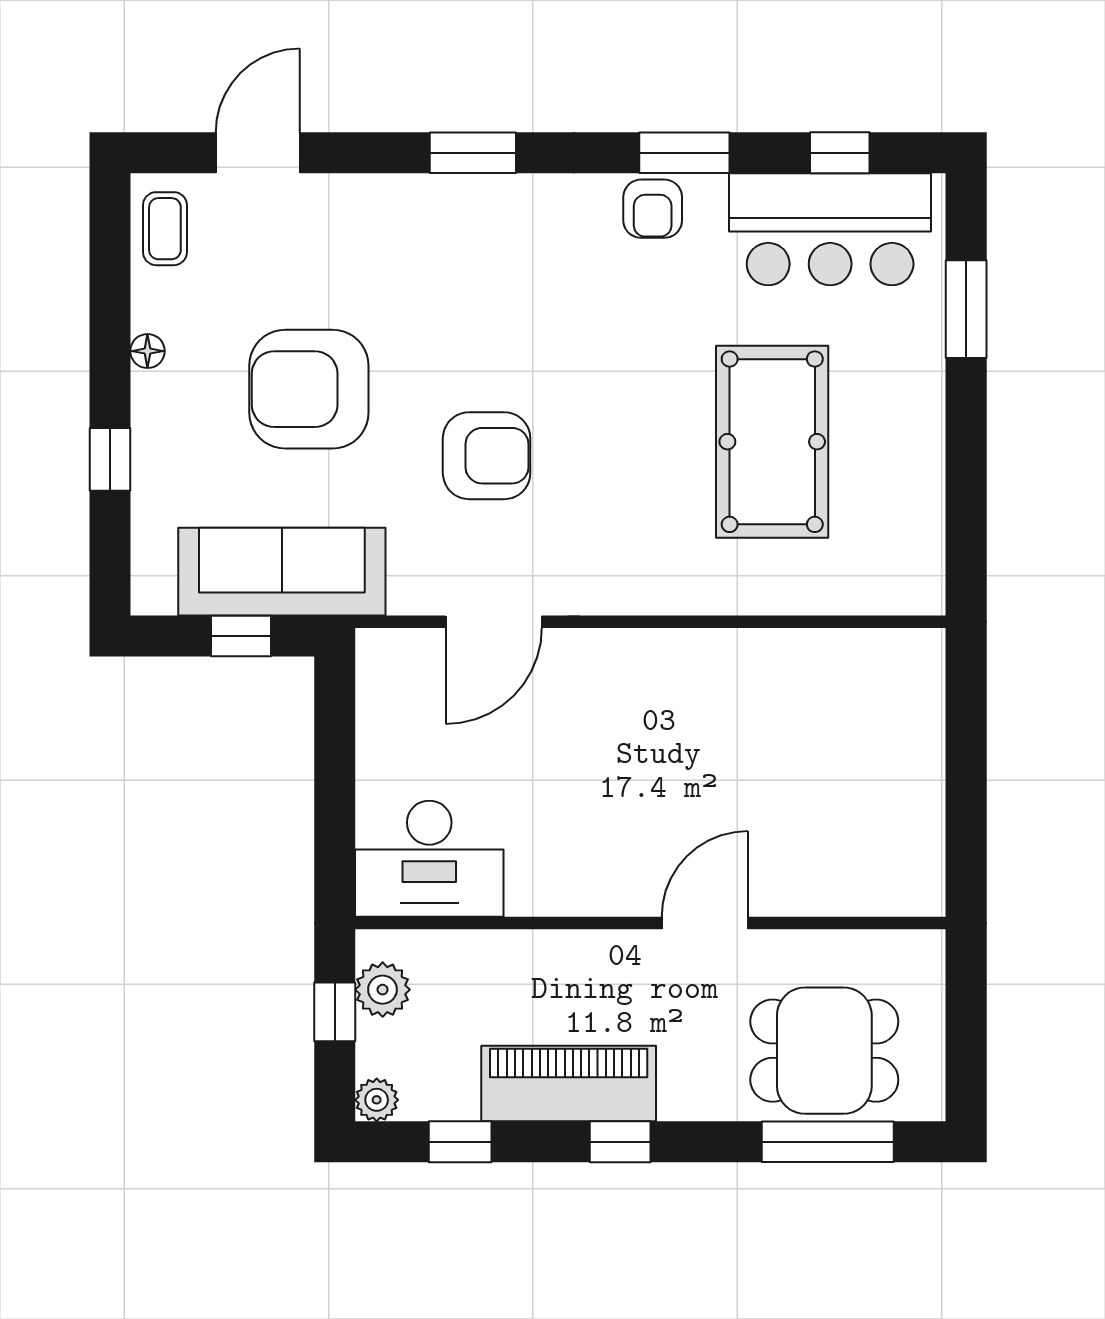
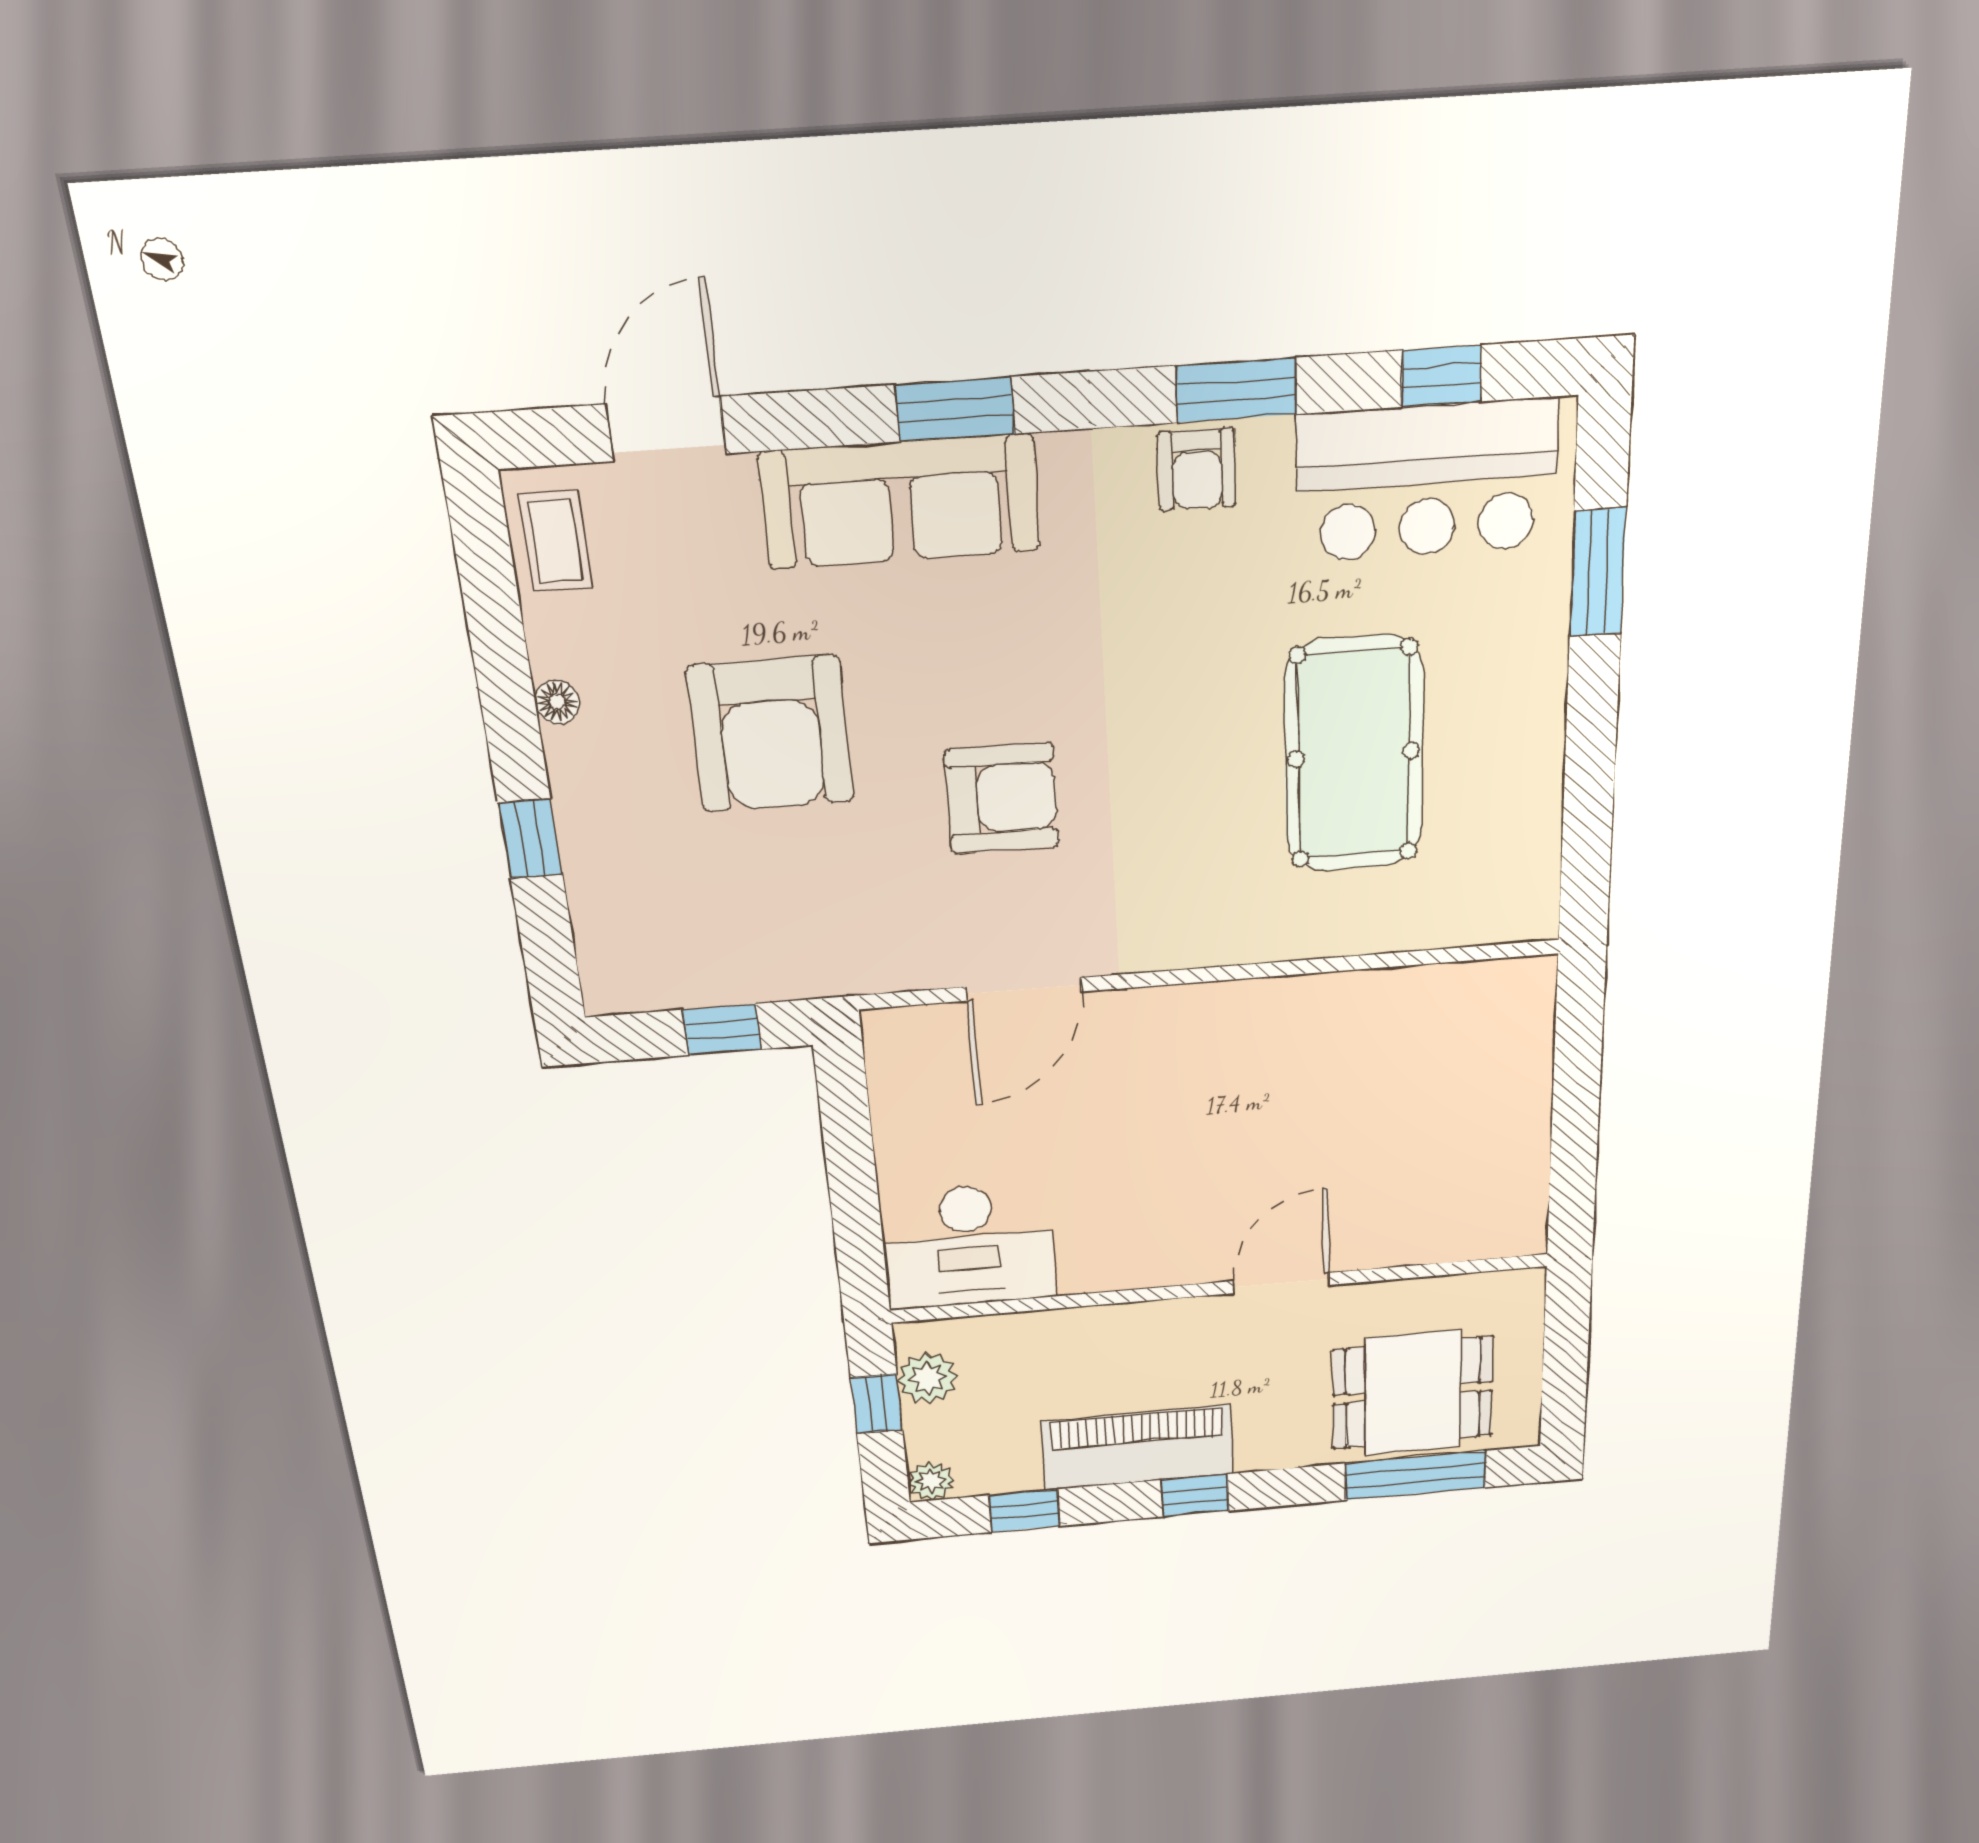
armchair: (309, 389) -> (771, 734), turned -90
sofa: (282, 572) -> (900, 501), moved, turned 180

